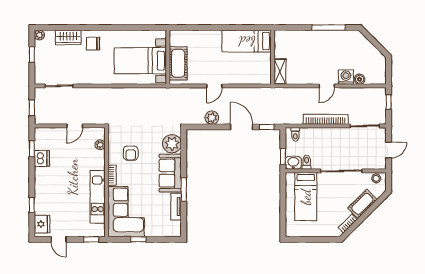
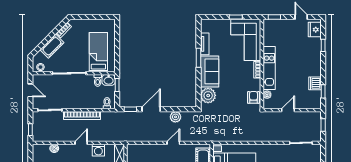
washing machine: (346, 77) -> (98, 150), moved
door: (242, 127) -> (151, 109), swing flipped
door: (389, 150) -> (30, 90), swing flipped
armchair: (131, 153) -> (254, 97), moved
kitchen unit: (98, 197) -> (269, 68), moved

